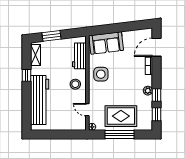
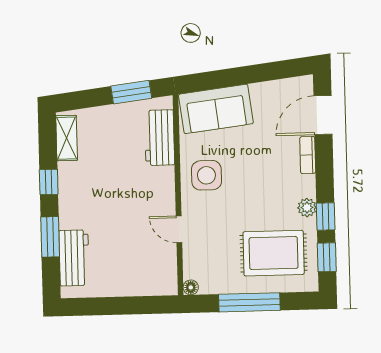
window: (52, 36) -> (131, 92), moved
stool: (75, 84) -> (153, 198), removed
workbench: (40, 100) -> (74, 258), width x0.53, depth x0.76
window: (26, 101) -> (50, 237), added
door: (87, 110) -> (179, 229), moved
rug: (121, 116) -> (274, 253), moved

